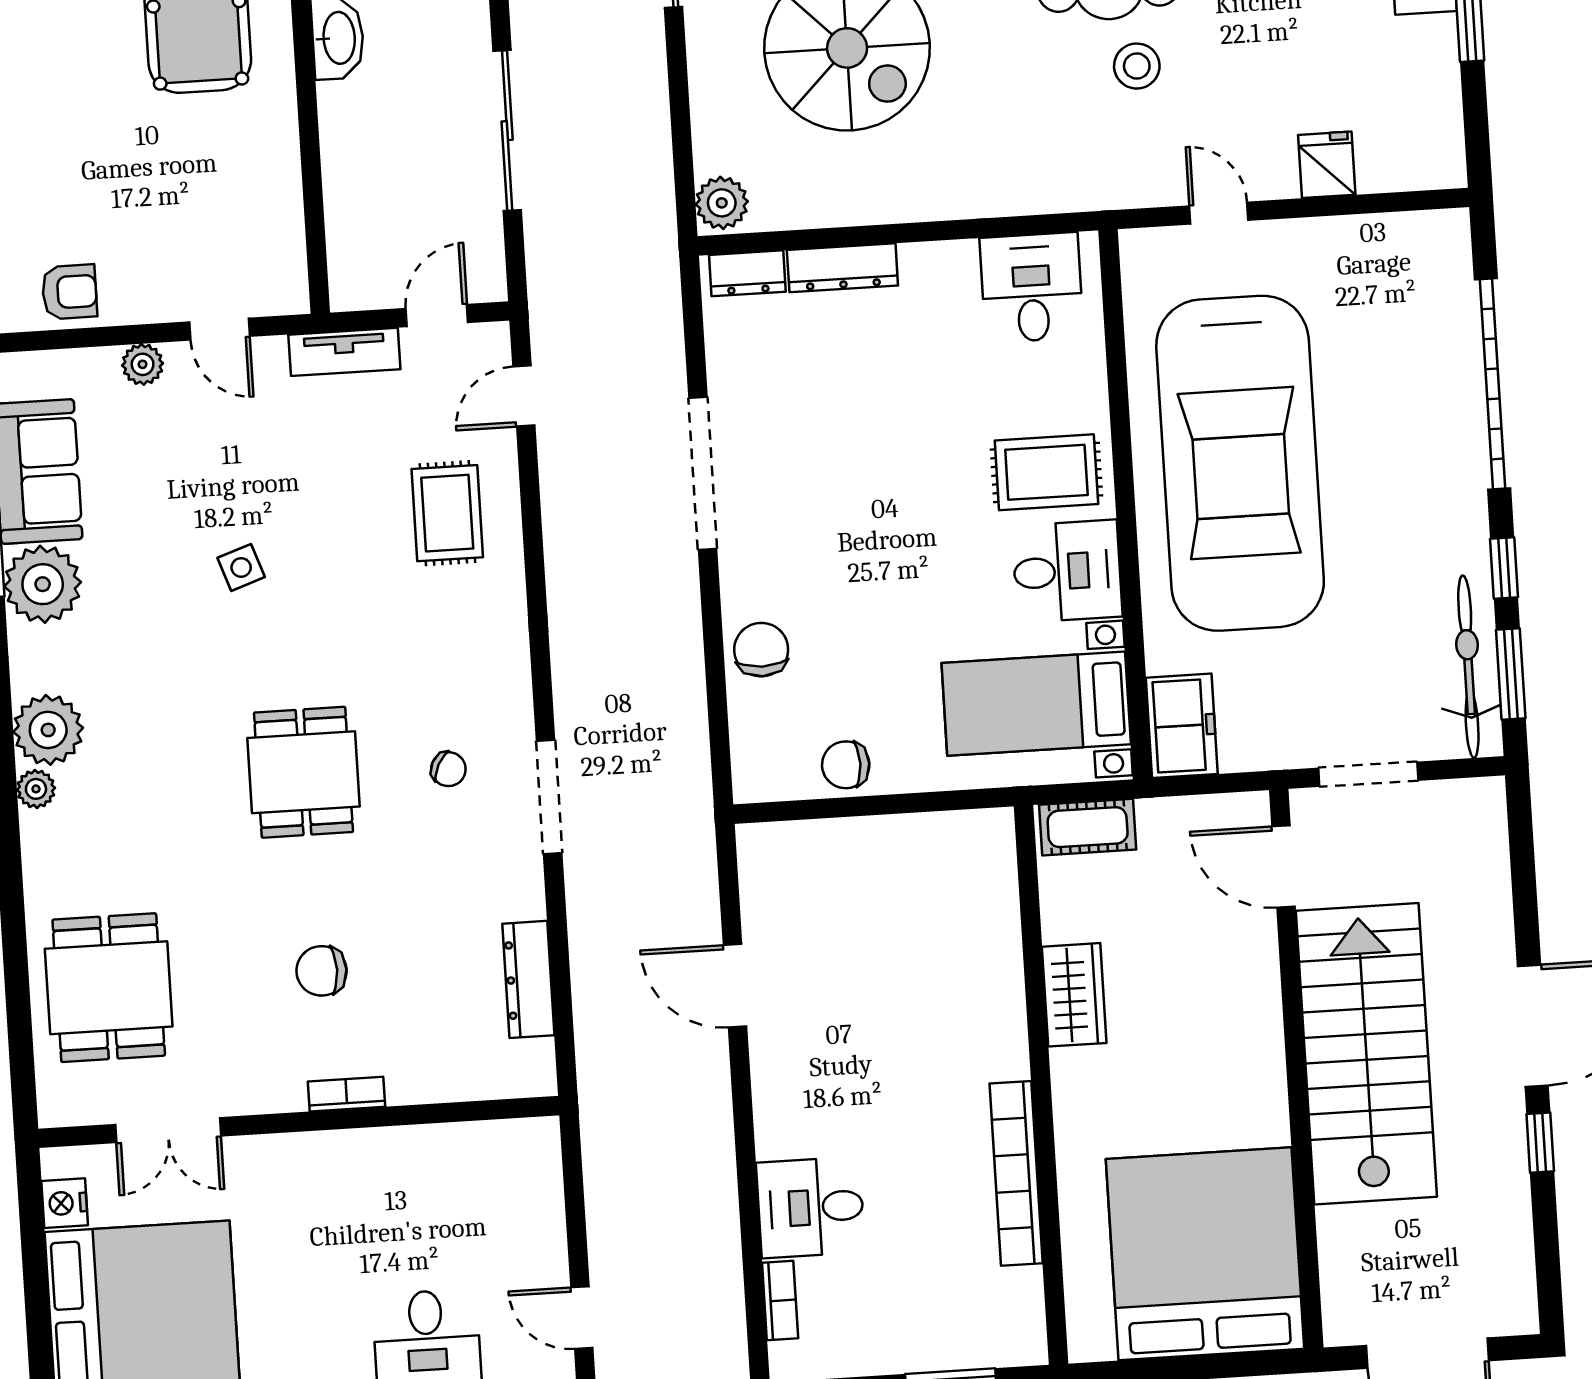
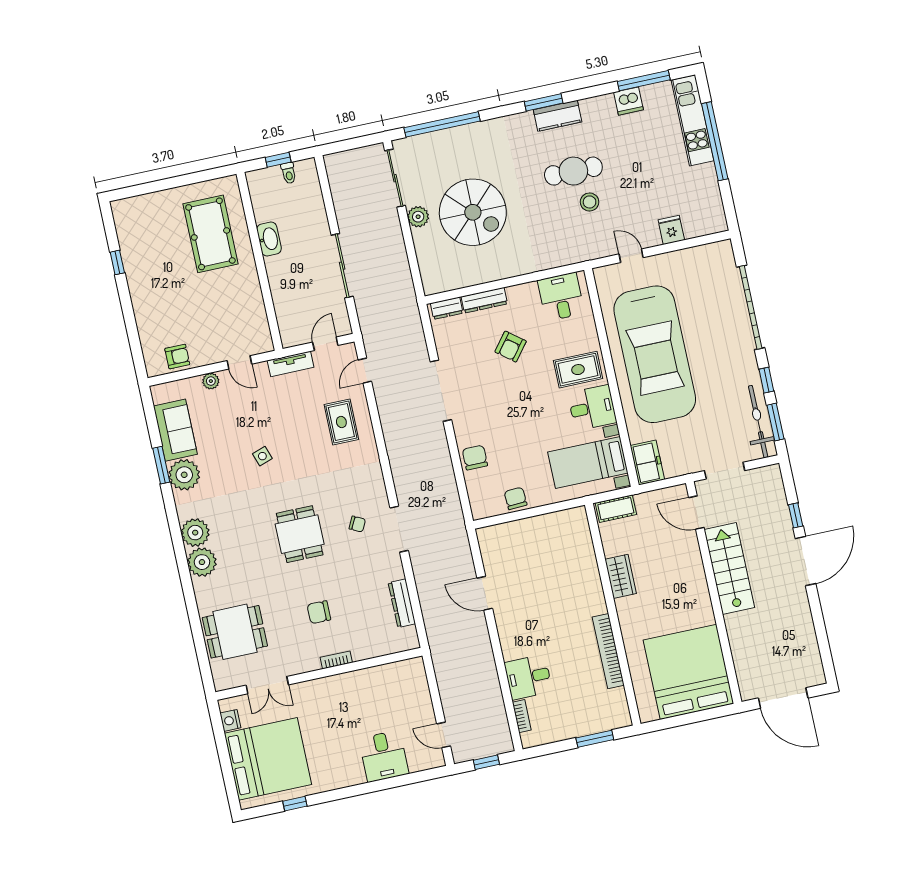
plant: (722, 203) -> (418, 217), moved
armchair: (890, 391) -> (511, 347), added
chair: (846, 765) -> (516, 498), turned 87
plant: (36, 789) -> (202, 562), width x1.88, depth x1.88
dining table: (109, 988) -> (235, 632), turned 90
stairs: (1366, 1054) -> (729, 569), width x0.73, depth x0.66
window: (1540, 1143) -> (796, 515), moved

